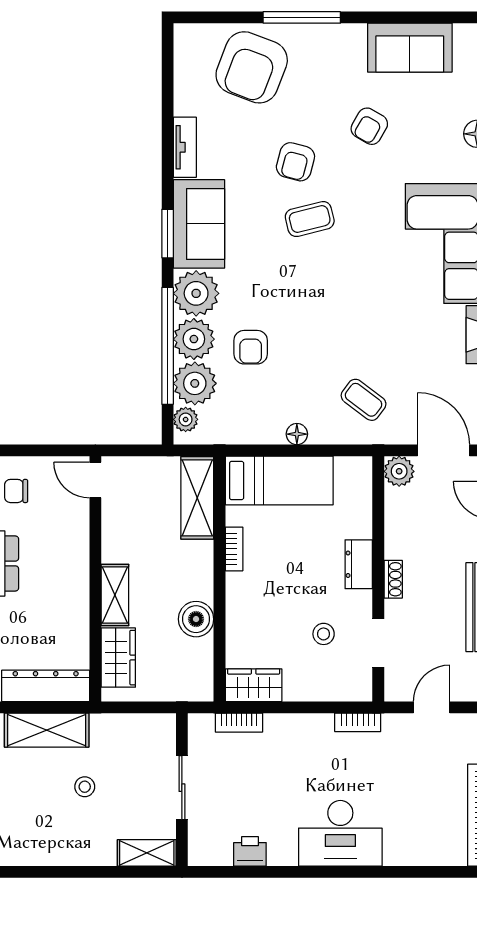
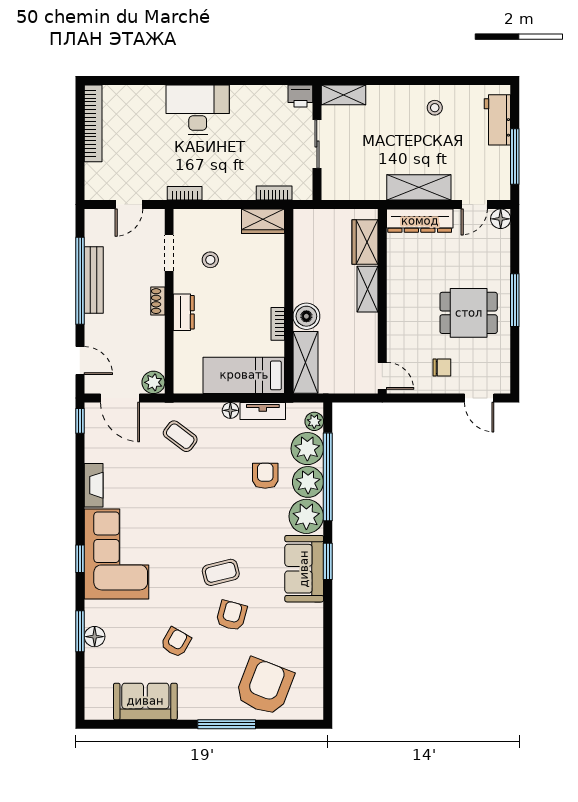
tv unit: (185, 147) -> (263, 411), moved, turned -90
boiler: (196, 619) -> (306, 316), moved
stool: (85, 787) -> (435, 108), moved
printer: (250, 851) -> (300, 96), moved

